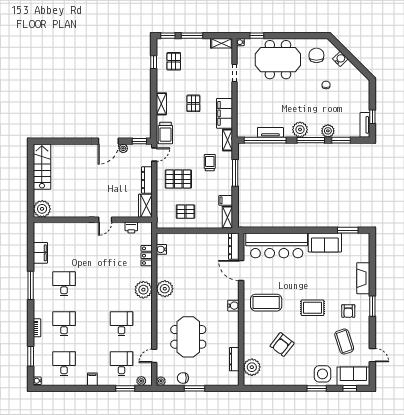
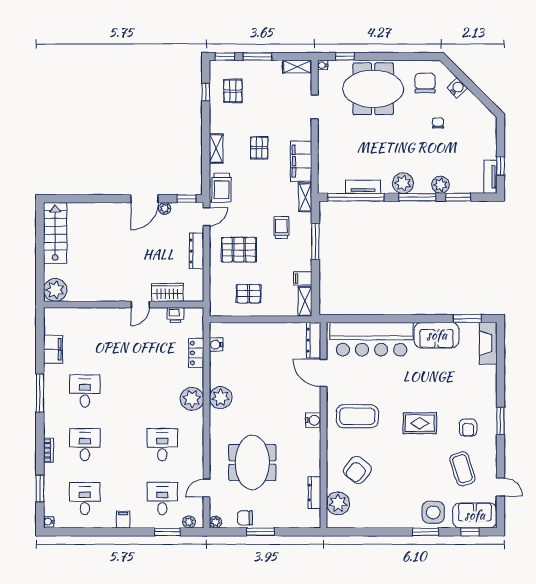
wardrobe: (145, 206) -> (167, 292), moved, turned 90
fireplace: (363, 278) -> (488, 343), moved
armchair: (282, 345) -> (357, 470), moved

